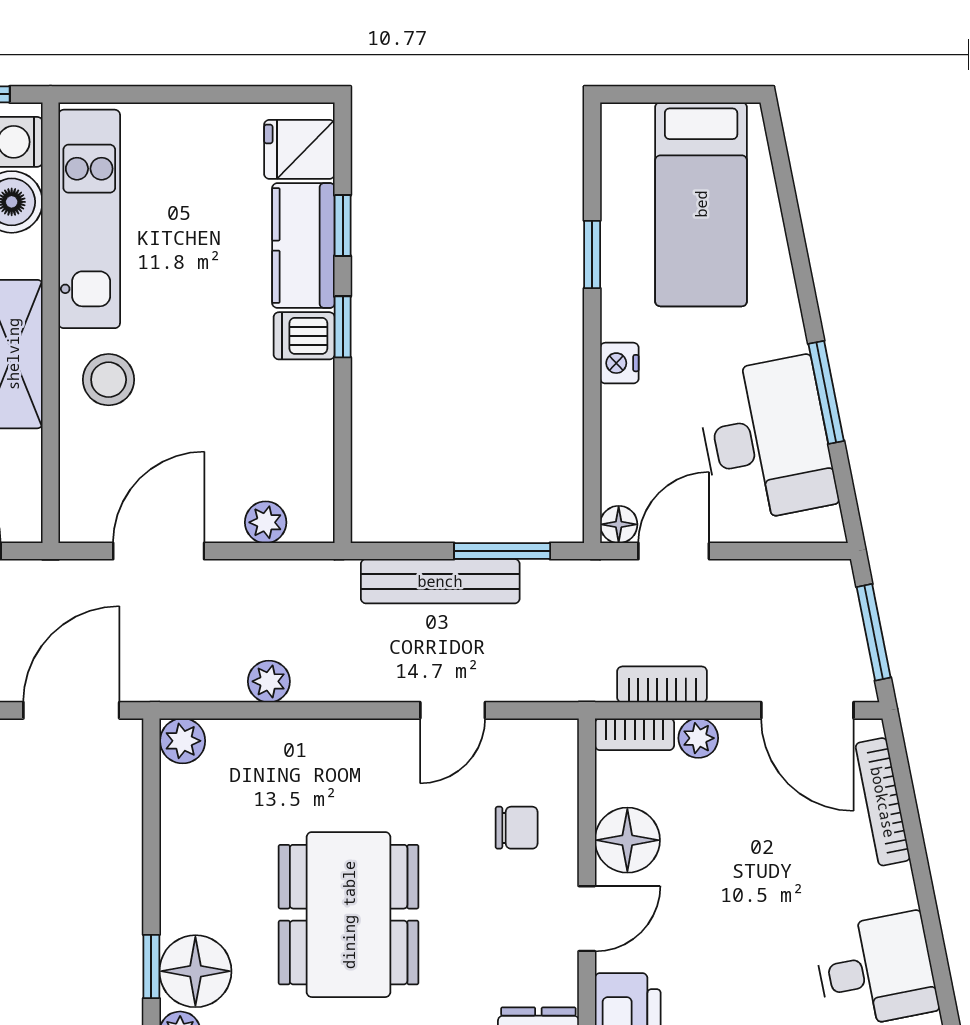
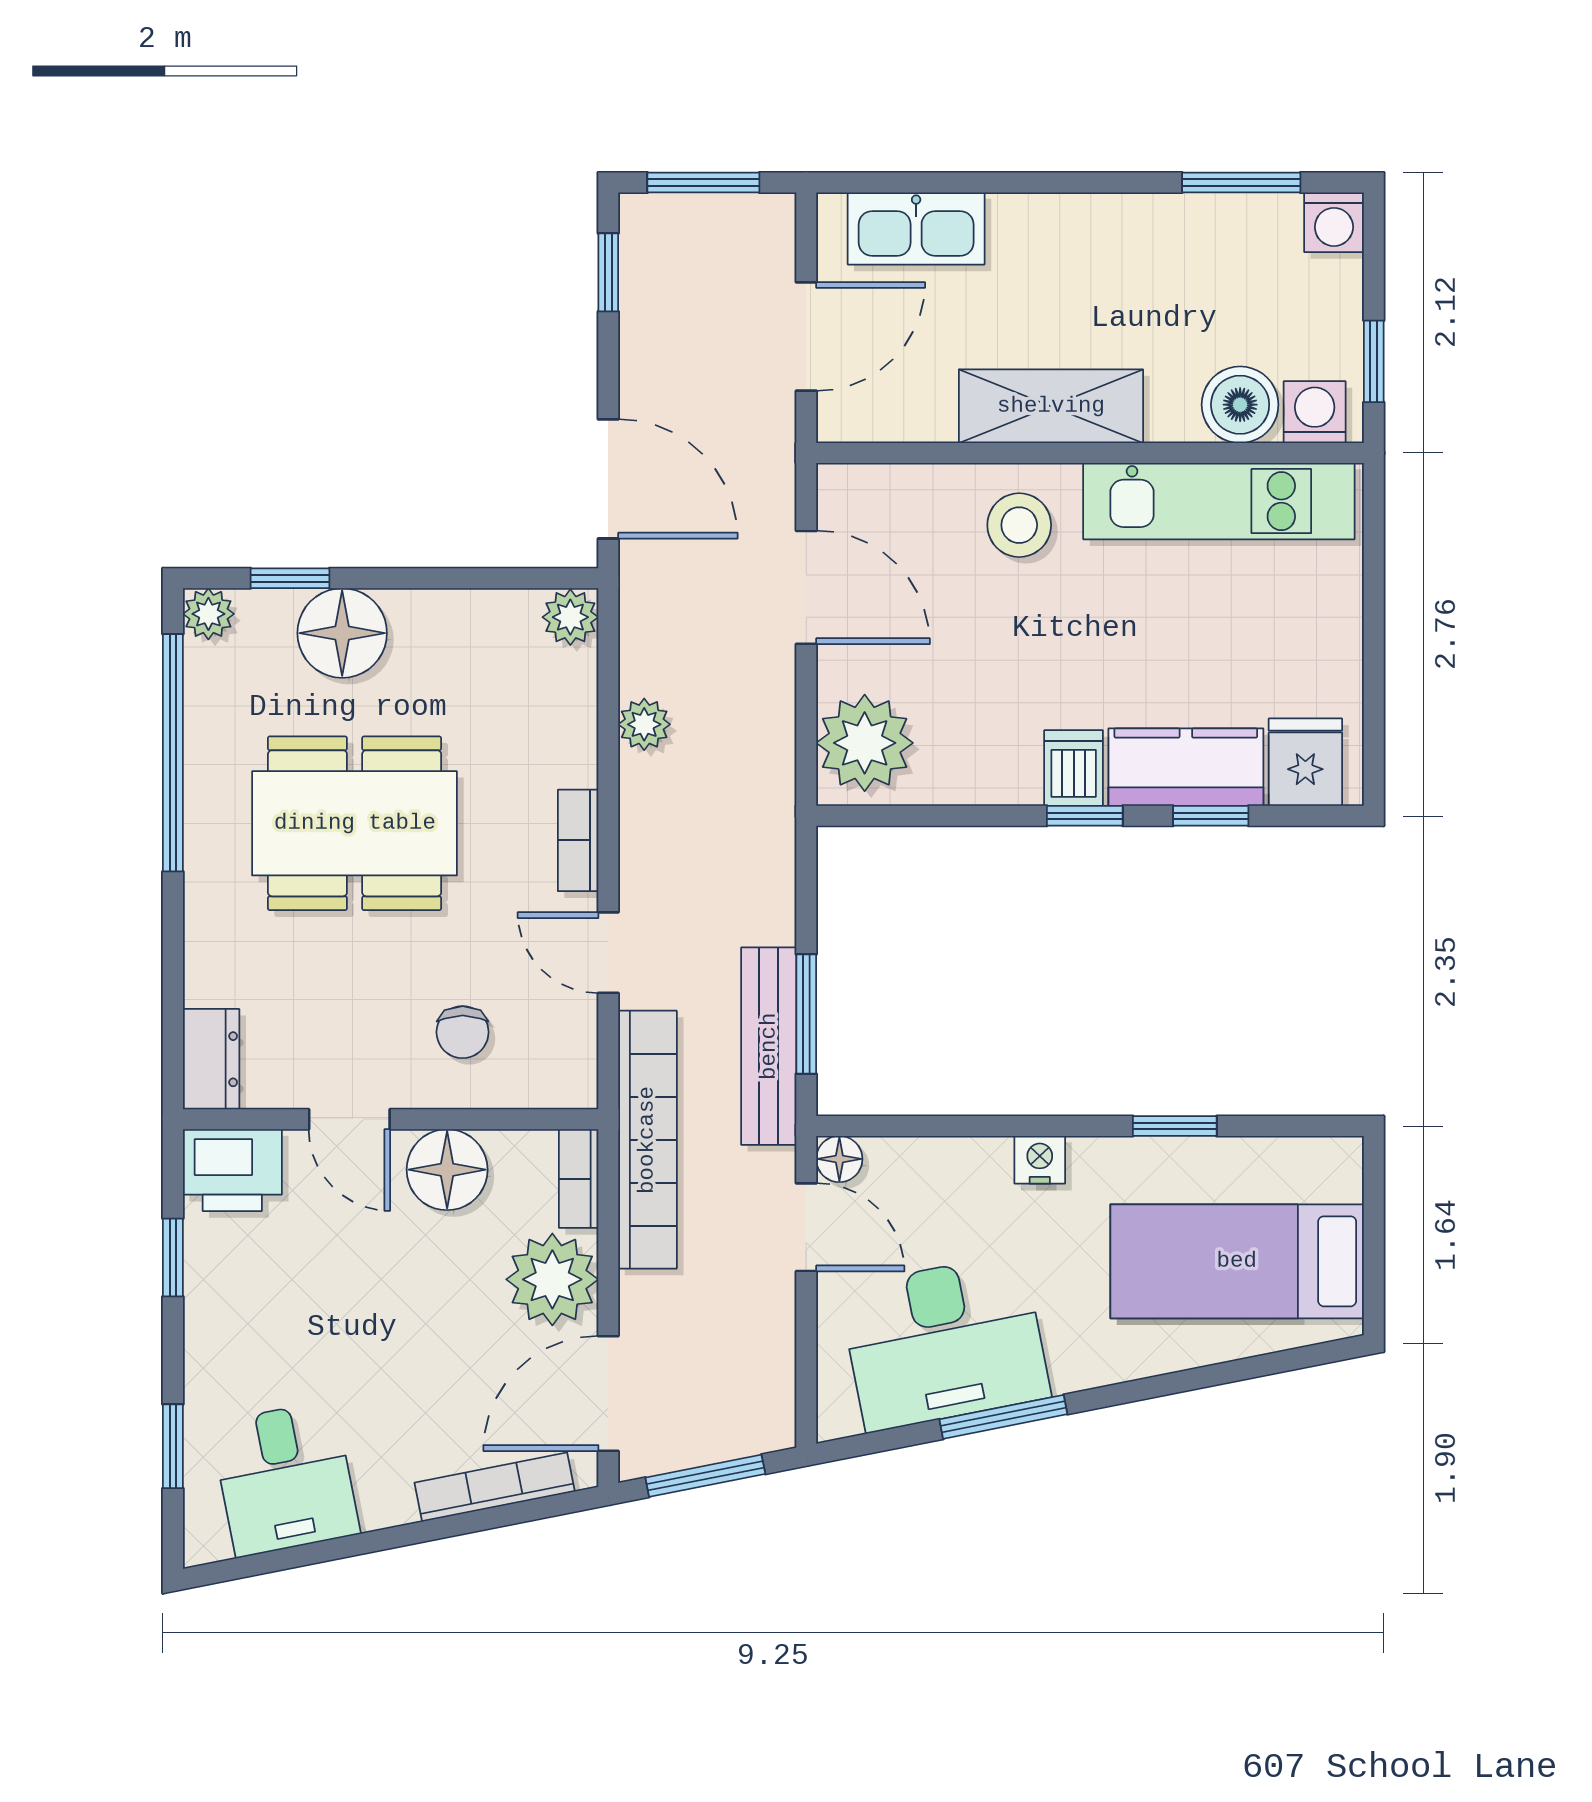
plant: (266, 522) -> (865, 743), width x1.87, depth x1.87
bench: (440, 581) -> (769, 1046), moved
bookcase: (662, 684) -> (647, 1140), width x2.31, depth x1.31
bookcase: (362, 735) -> (578, 840), added
plant: (698, 738) -> (552, 1279), width x1.88, depth x1.88
floor lamp: (195, 971) -> (342, 633), moved

